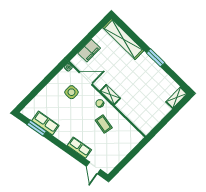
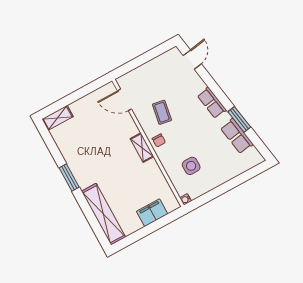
door: (86, 78) -> (124, 100), moved
window: (37, 128) -> (239, 119), moved
row of seats: (79, 148) -> (212, 103), moved

